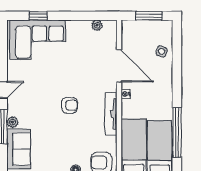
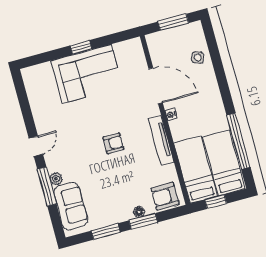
window: (38, 16) -> (81, 47), moved
plant: (97, 25) -> (120, 48), removed
corner sofa: (38, 40) -> (87, 74), moved

